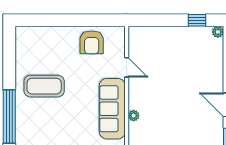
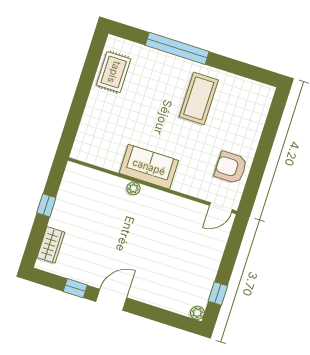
door: (127, 67) -> (221, 208), moved
sofa: (112, 109) -> (149, 167), width x0.73

